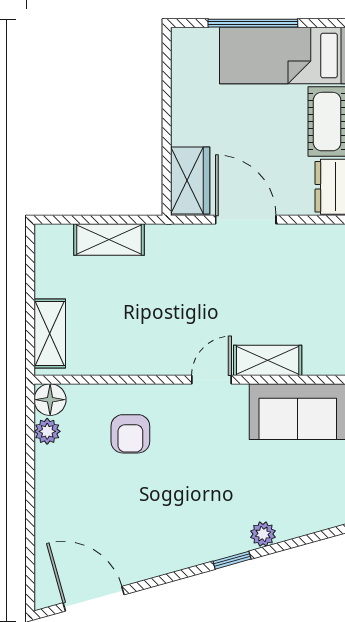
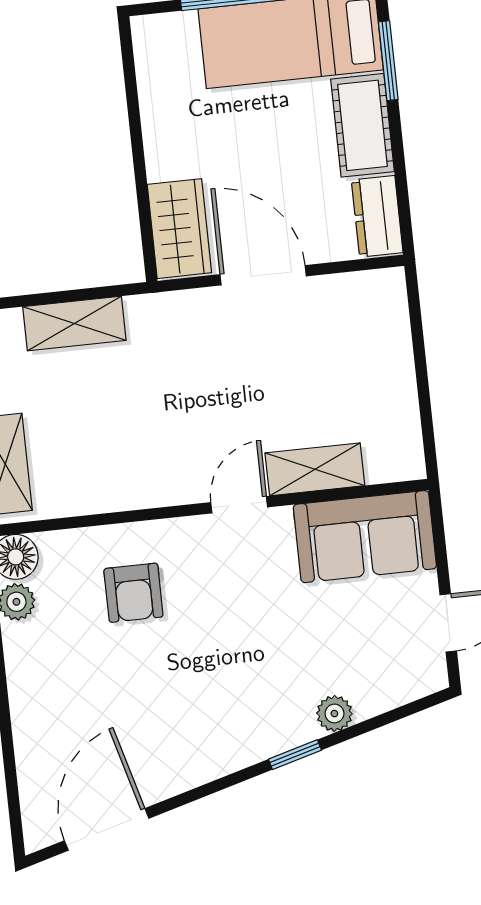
door: (94, 599) -> (107, 829), hinge flipped

